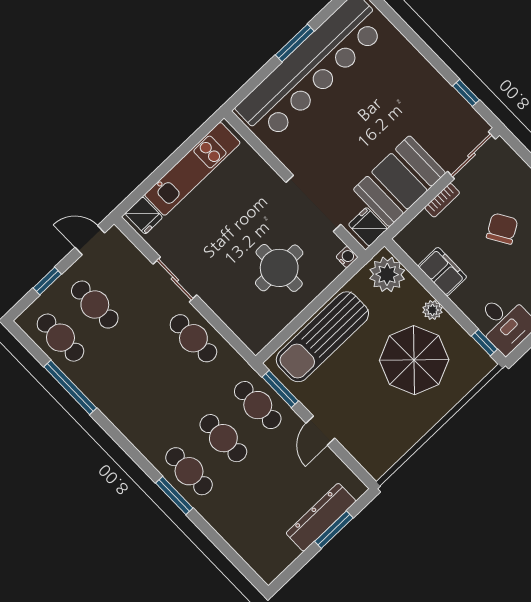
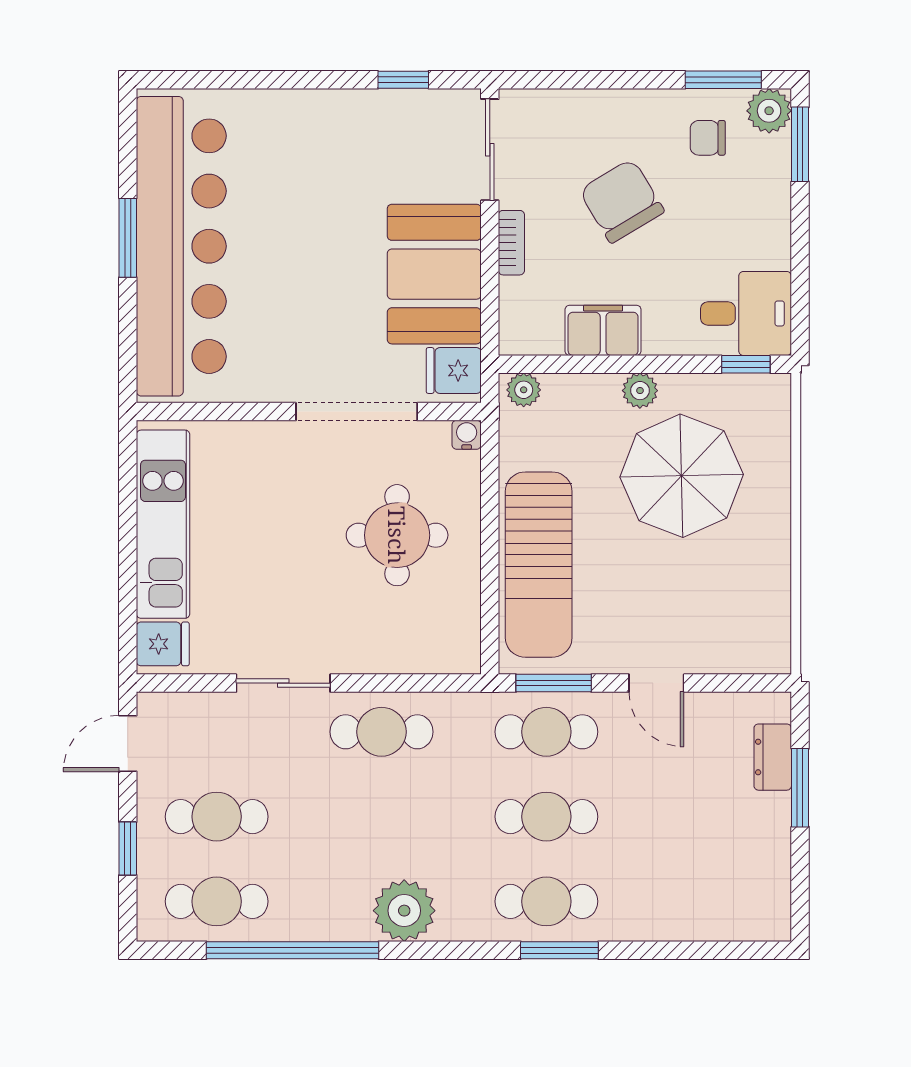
chair: (502, 229) -> (622, 201), width x1.37, depth x1.37
plant: (387, 274) -> (524, 390), width x0.53, depth x0.53
window: (70, 387) -> (292, 950), width x1.46
plant: (130, 417) -> (404, 911), added
dresser: (321, 517) -> (773, 757), width x0.51, depth x0.80

